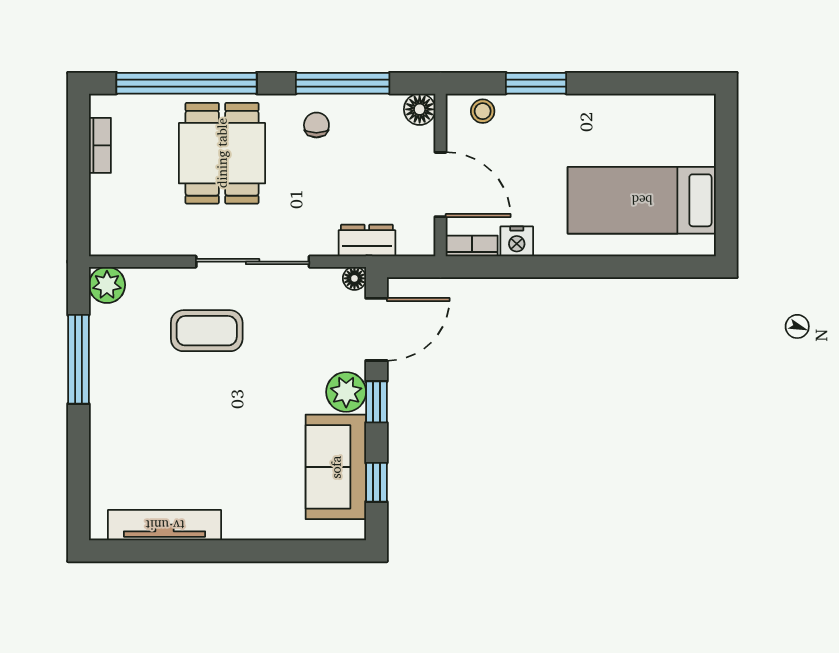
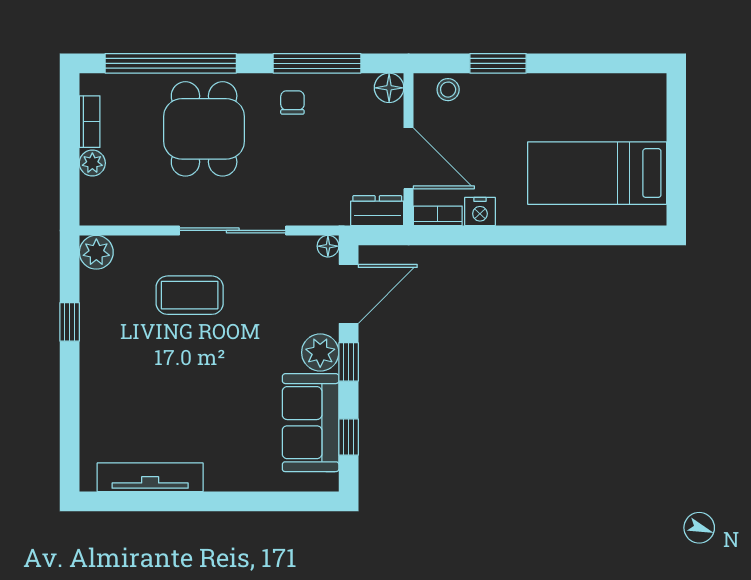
plant: (103, 190) -> (92, 163), added
dresser: (367, 240) -> (377, 211), moved
window: (78, 359) -> (70, 322), width x0.46

